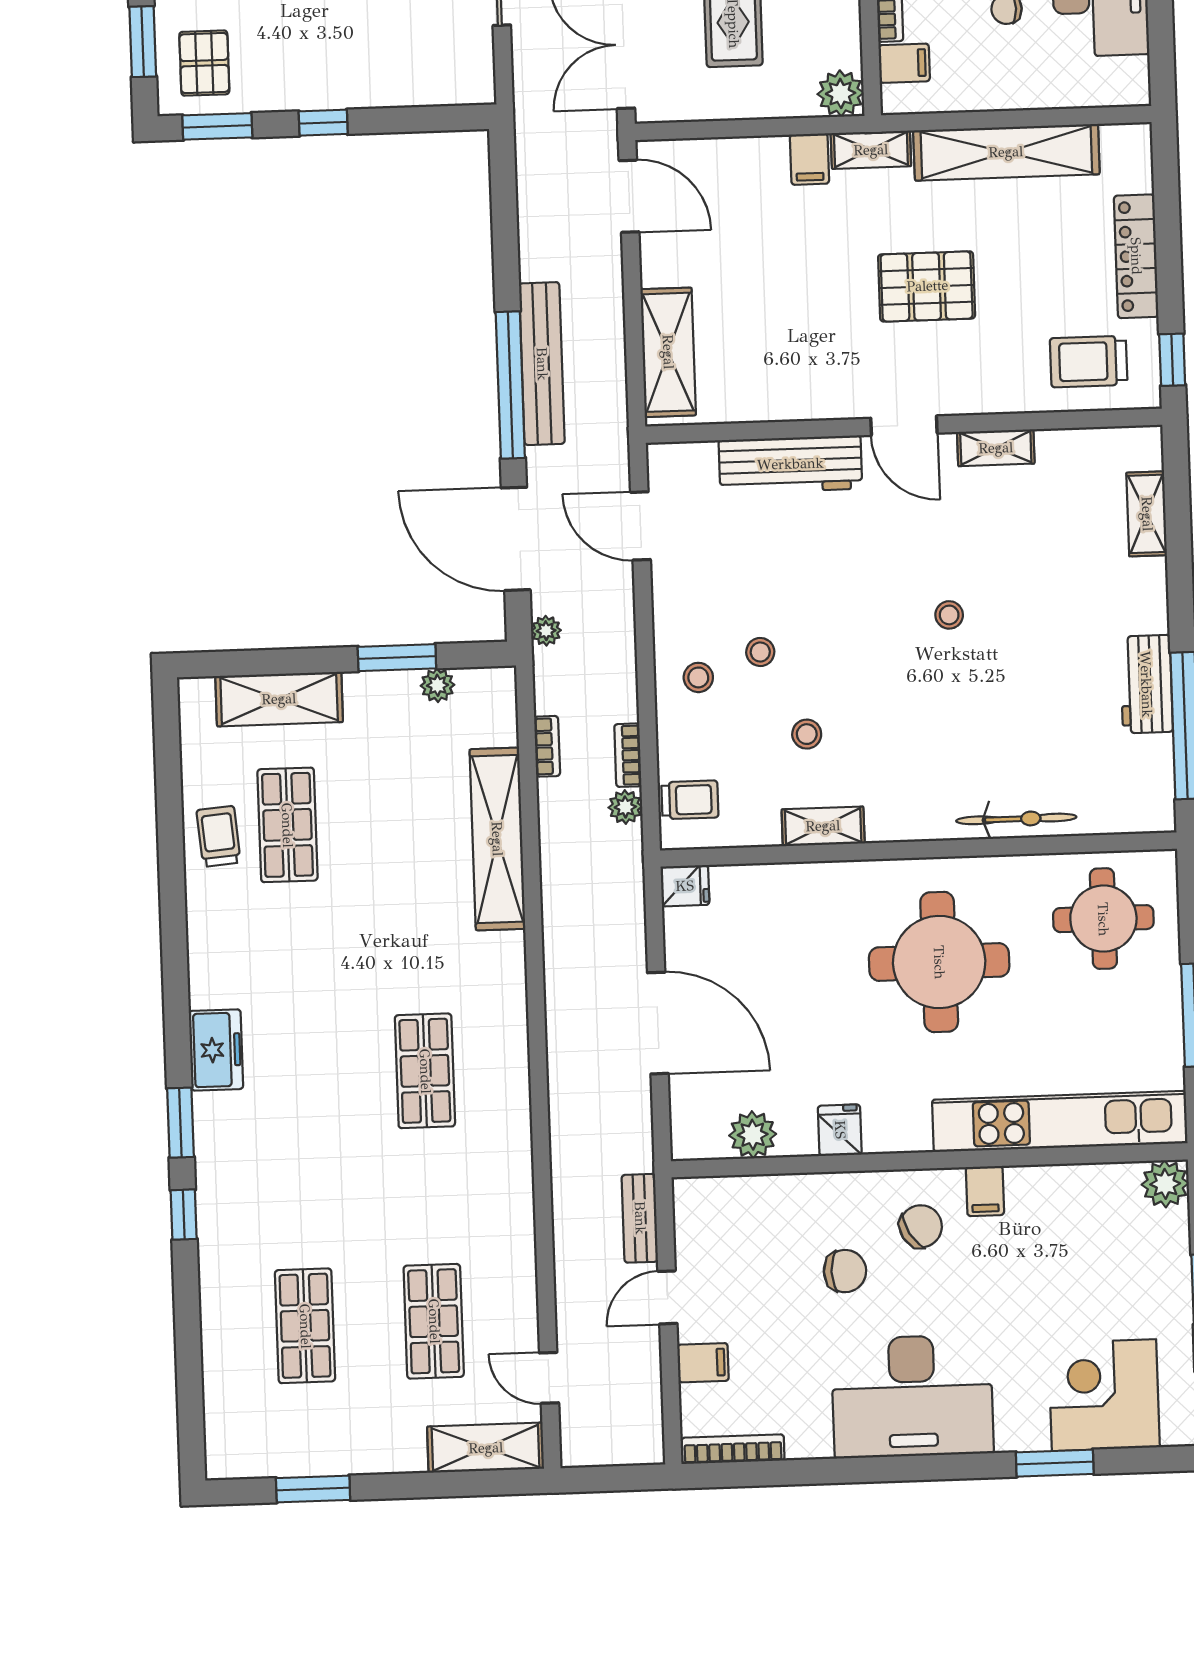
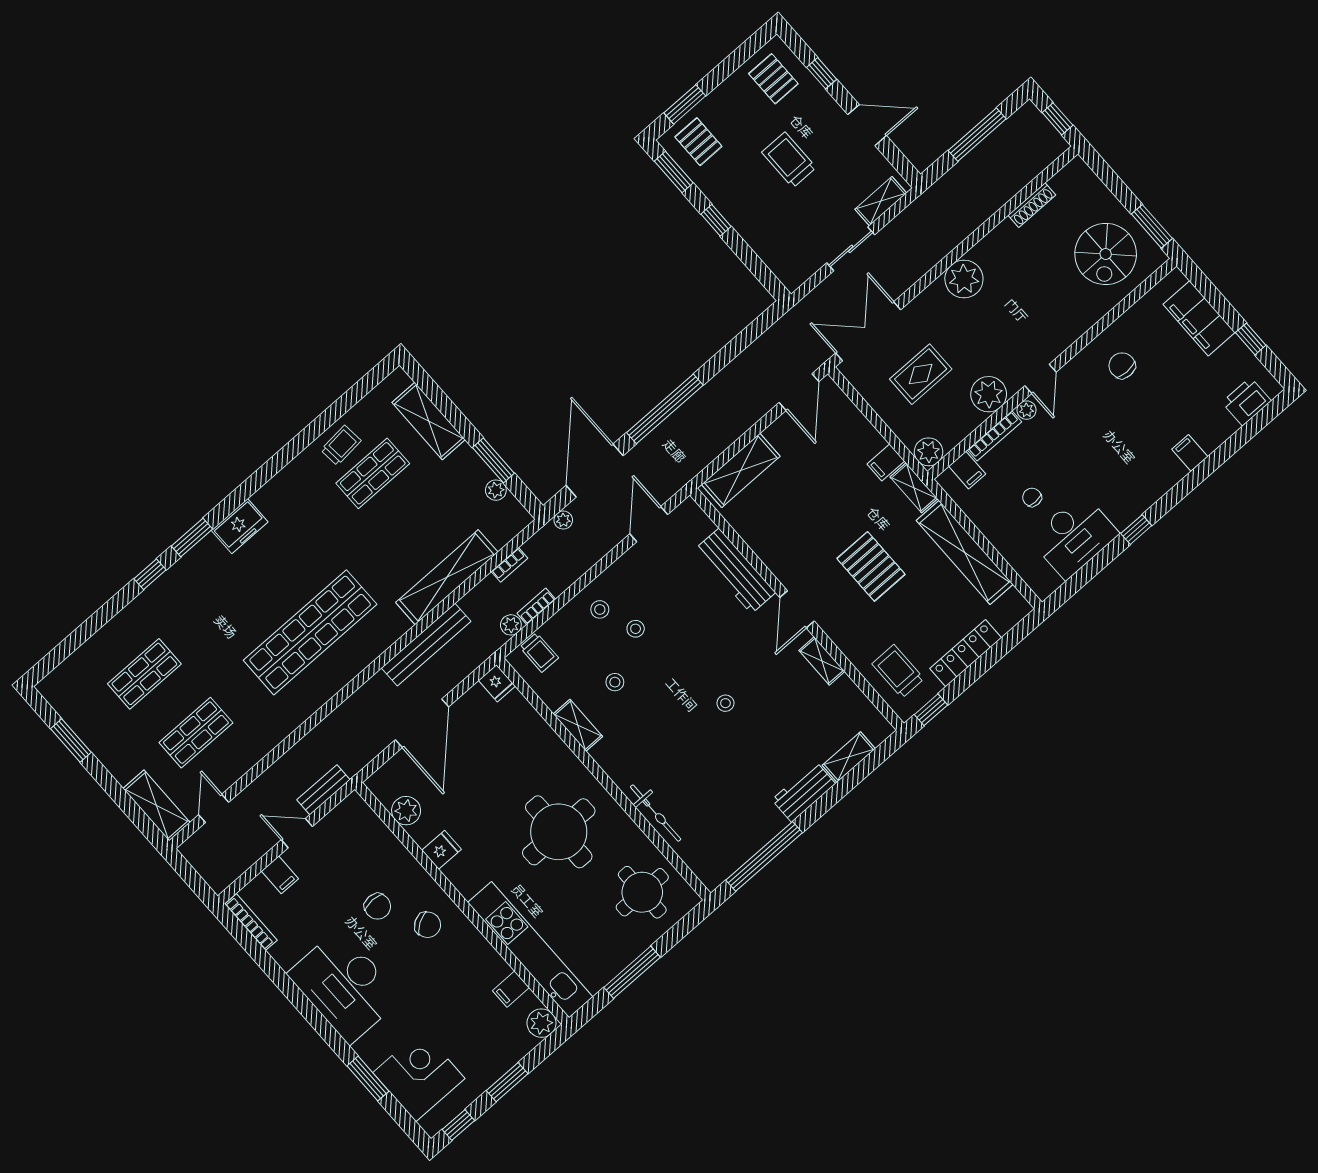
pallet: (204, 63) -> (698, 142), turned 90
bench: (542, 364) -> (426, 645), moved
workbench: (1146, 684) -> (804, 792), moved
shop shelf: (425, 1071) -> (310, 632), width x2.00, depth x1.36
filing cabinet: (985, 1191) -> (511, 989), moved

